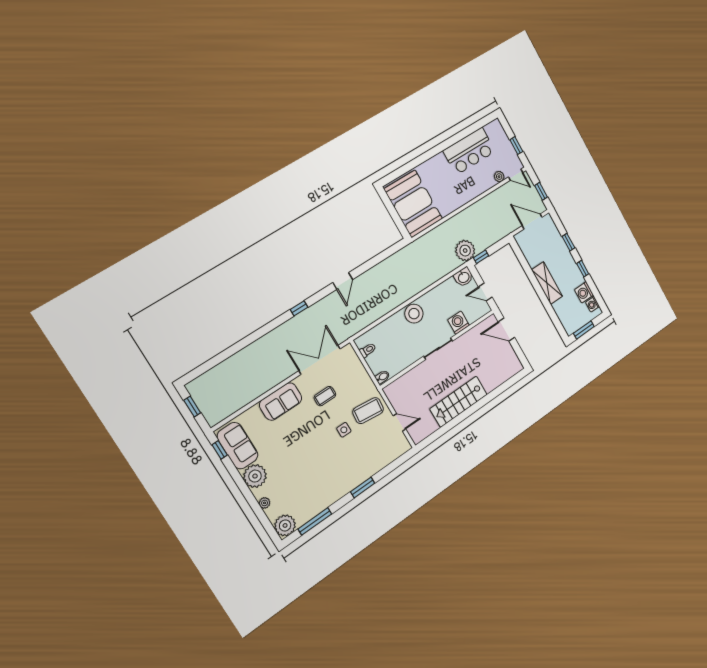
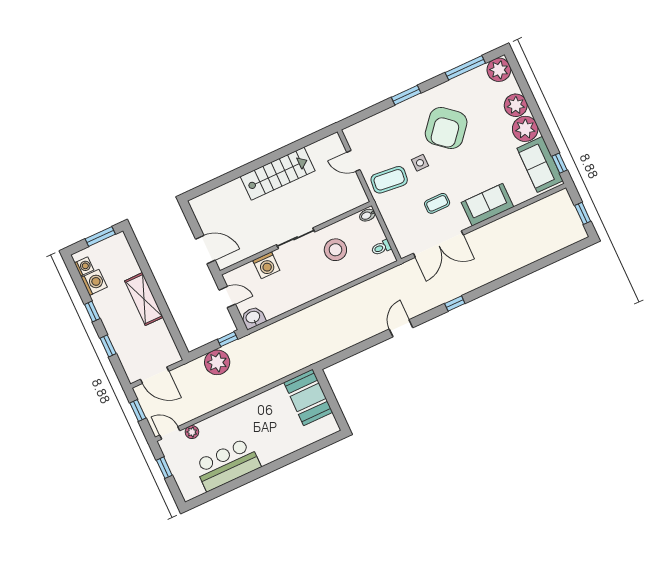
booth: (413, 204) -> (308, 397), width x0.73, depth x0.70
plant: (465, 251) -> (217, 362), moved
stool: (414, 314) -> (335, 250), moved
armchair: (325, 464) -> (446, 128), added
plant: (265, 503) -> (516, 105), width x1.87, depth x1.87

